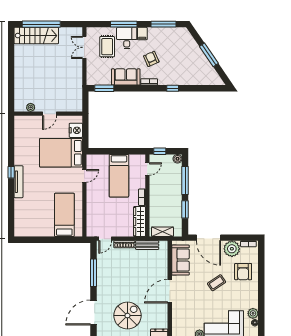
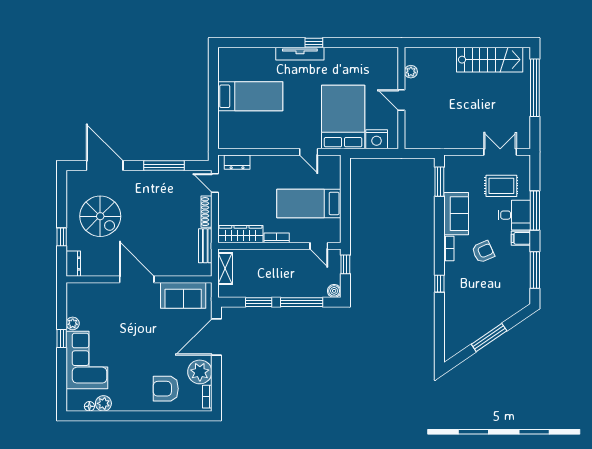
stairs: (36, 36) -> (490, 60), moved, turned -90
bed: (64, 215) -> (250, 96), moved
dresser: (91, 224) -> (237, 162), added
coffee table: (217, 283) -> (149, 349), removed

